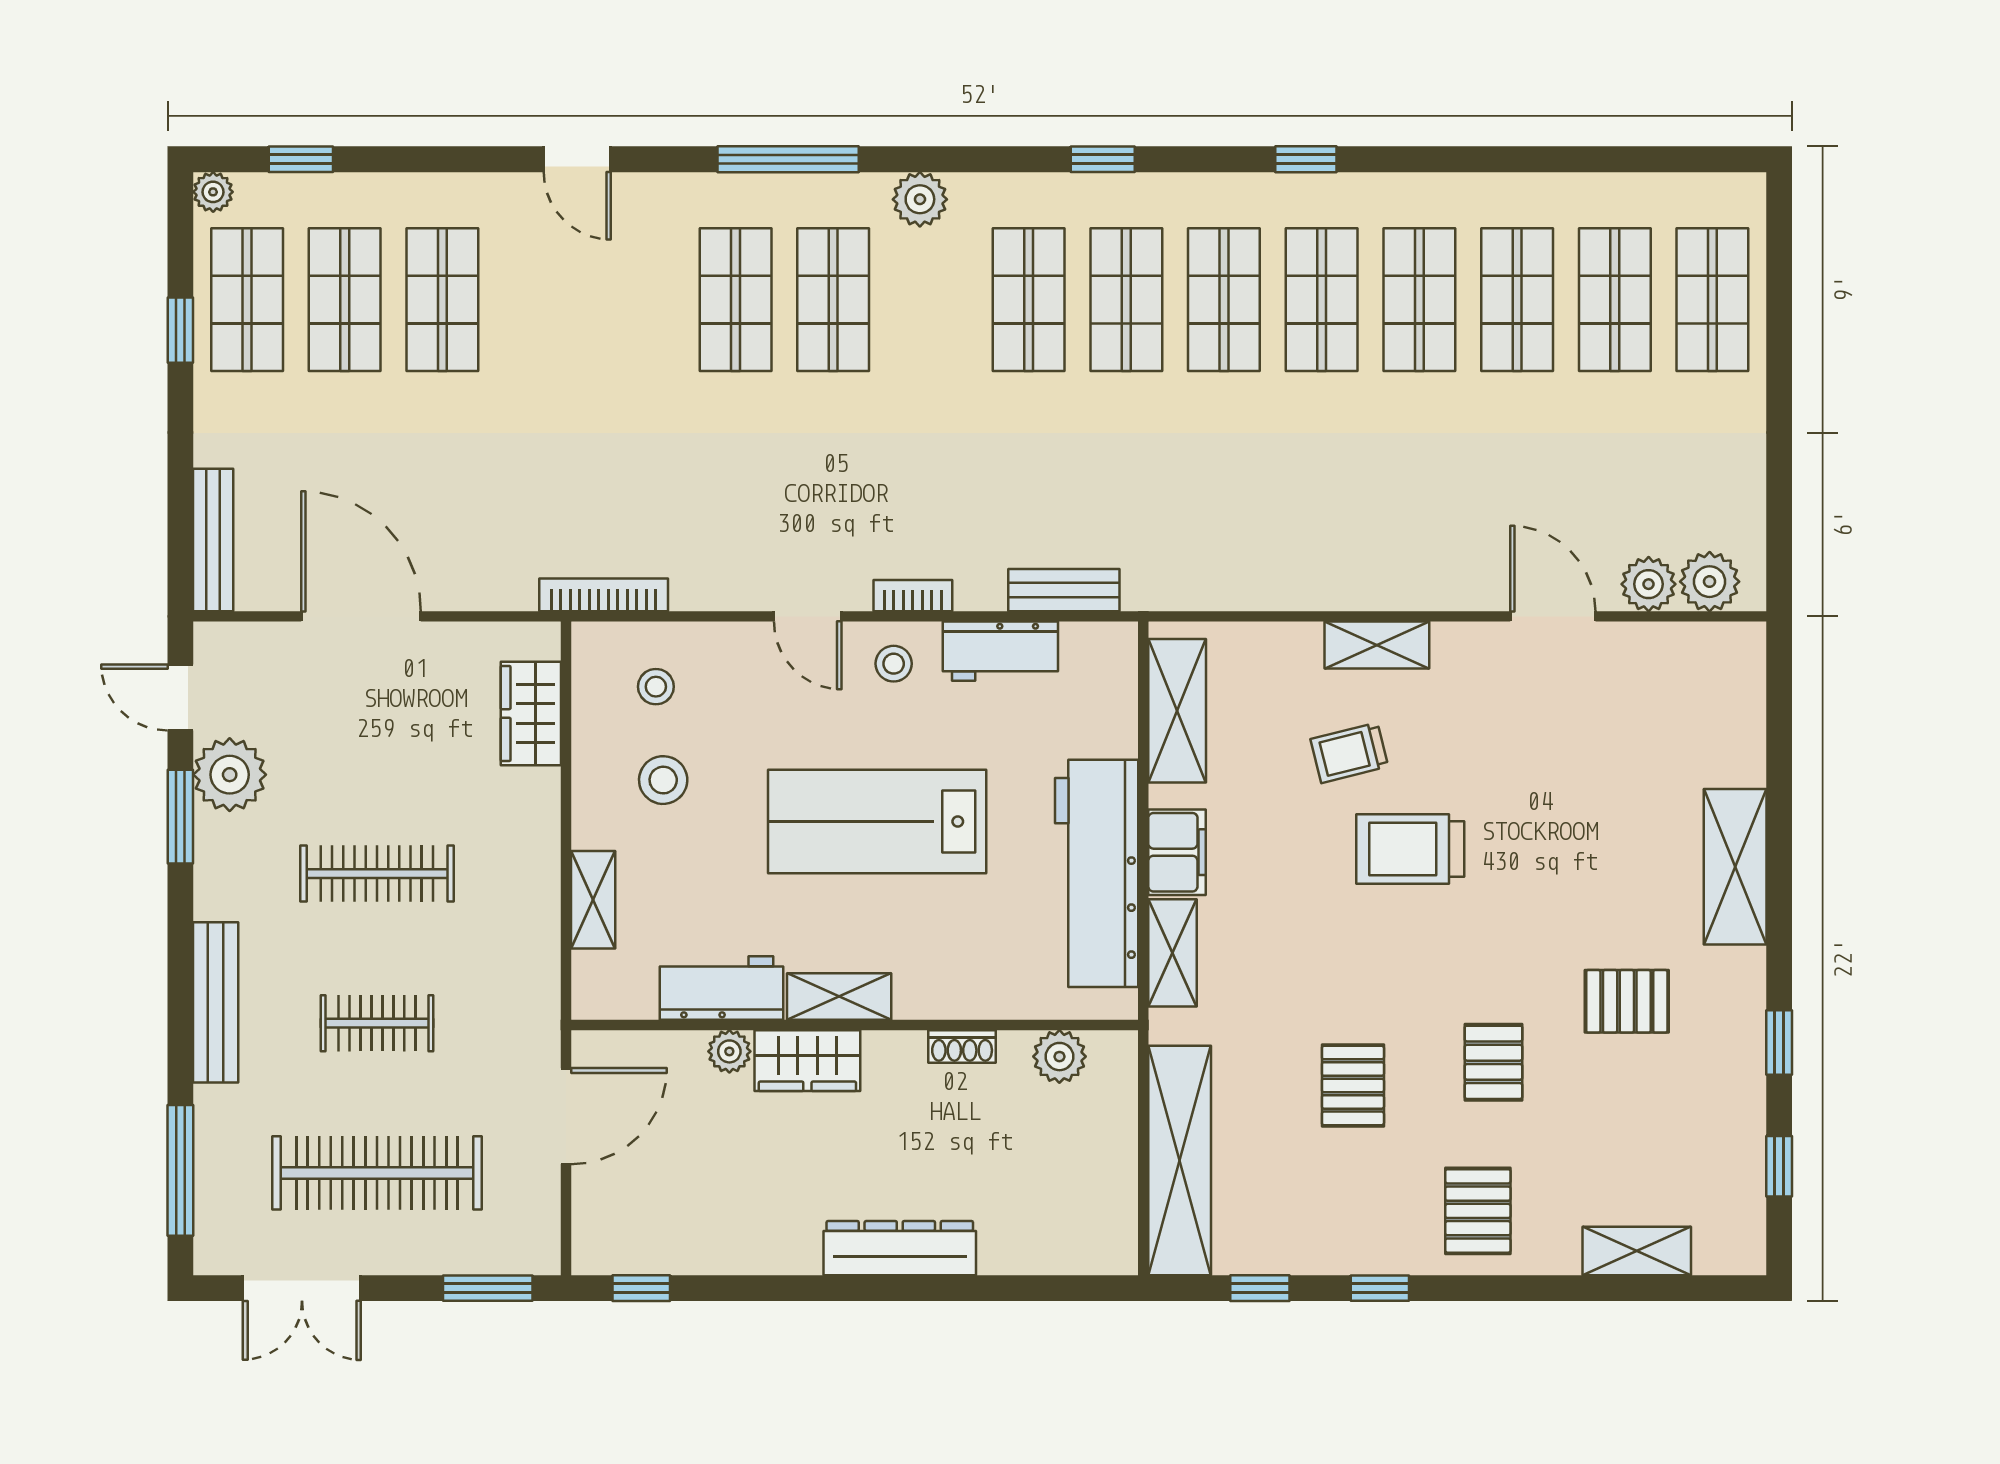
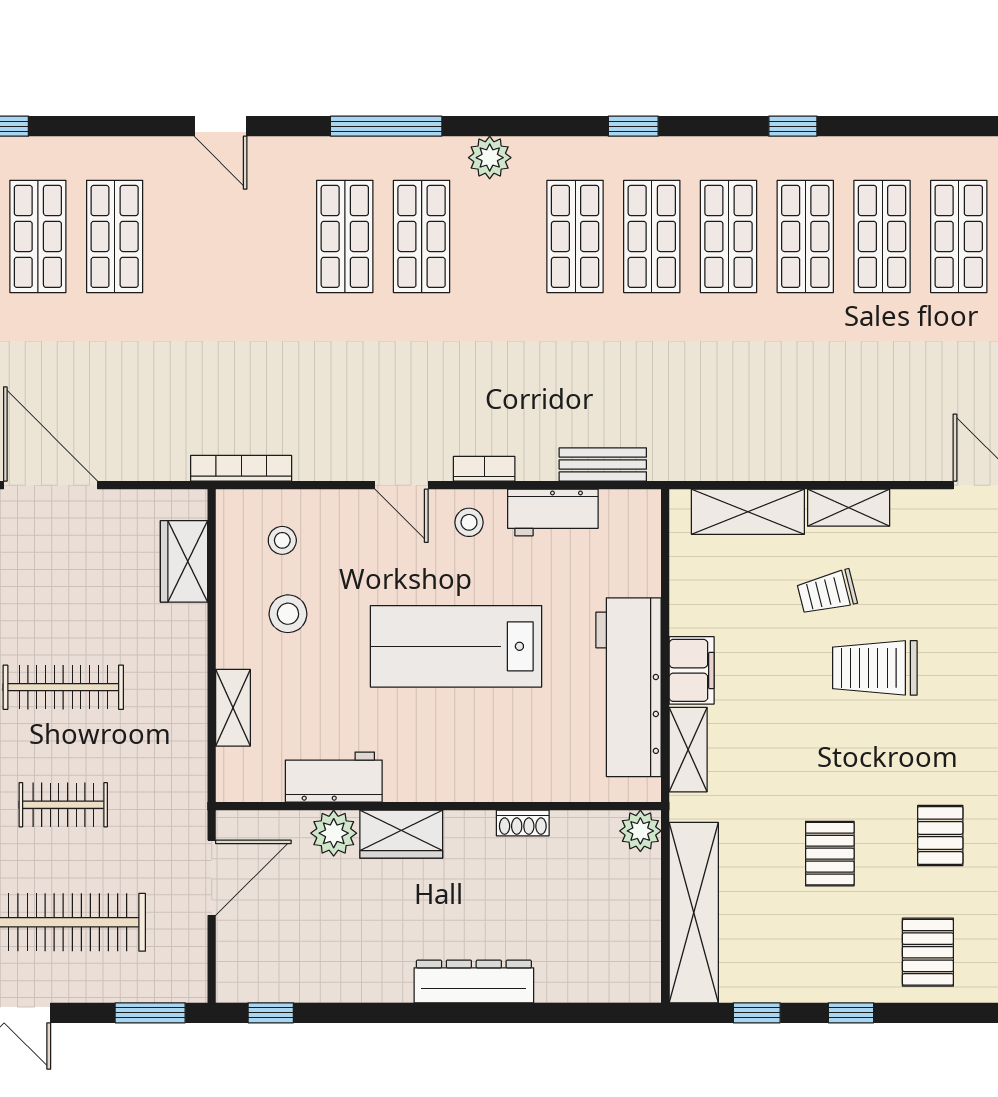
shelving: (1177, 711) -> (748, 512), moved, turned 90
shelving: (839, 997) -> (426, 784), removed
plant: (729, 1051) -> (334, 833), width x1.38, depth x1.38
plant: (1059, 1057) -> (640, 831), moved

